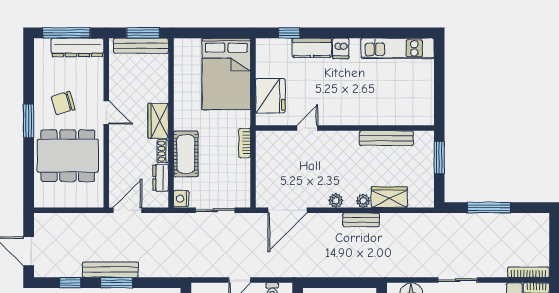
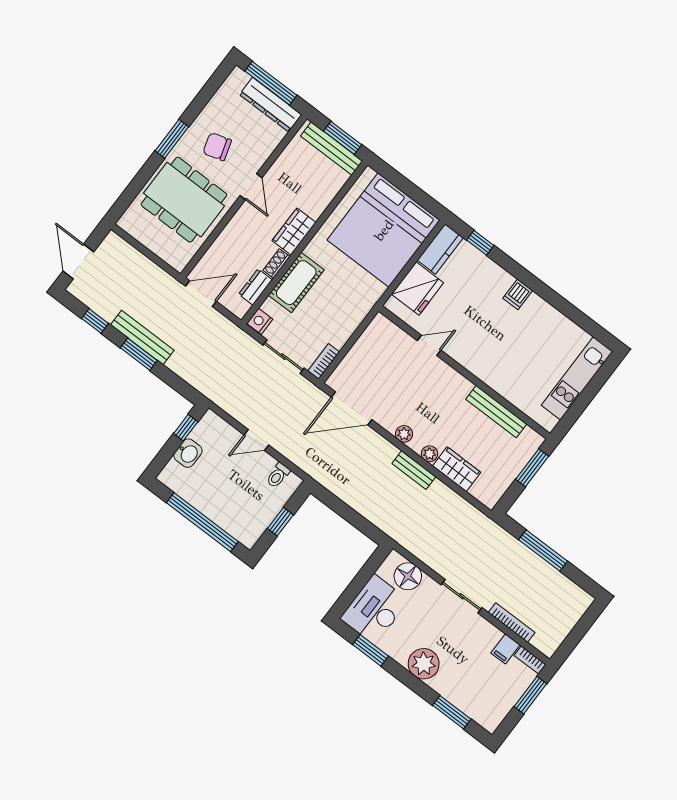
kitchen counter: (312, 48) -> (440, 249), moved, turned -90
kitchen unit: (397, 48) -> (577, 378), moved, turned 90
bed: (226, 74) -> (384, 230), width x1.36
bookcase: (245, 143) -> (324, 361), moved
bookcase: (529, 272) -> (512, 623), moved

